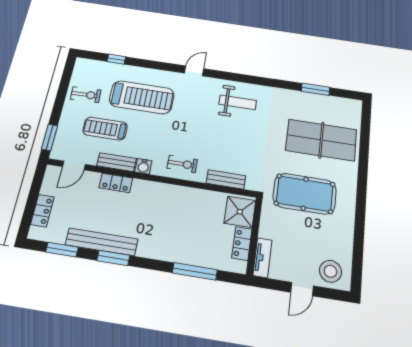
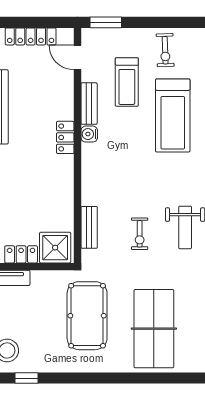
treadmill: (105, 129) -> (127, 82), turned 180
exercise bike: (182, 164) -> (140, 234), moved
locker: (116, 183) -> (65, 137), moved
locker: (42, 211) -> (31, 36), width x1.53
window: (358, 257) -> (27, 378), added

